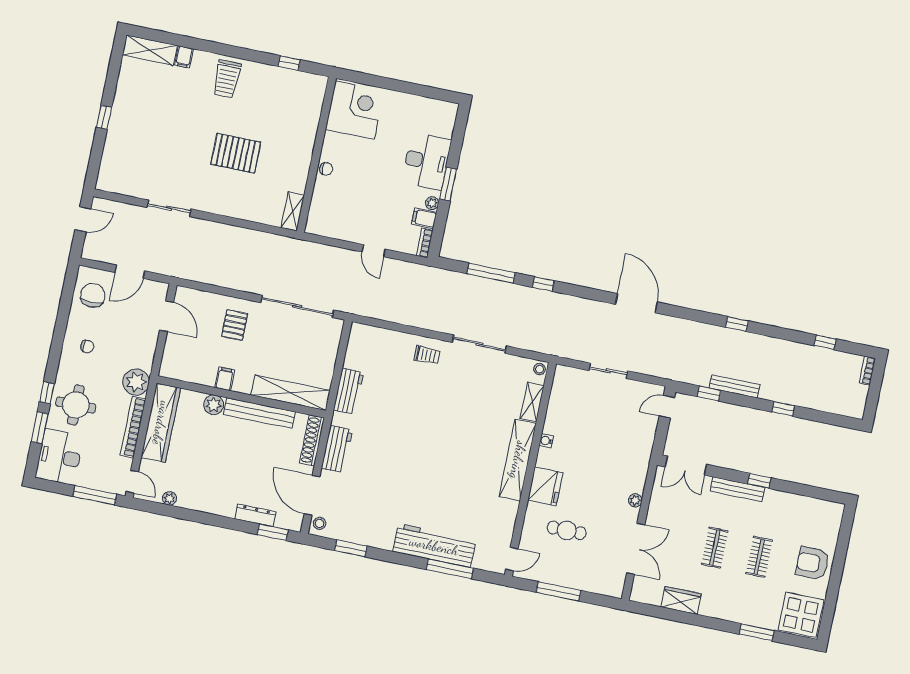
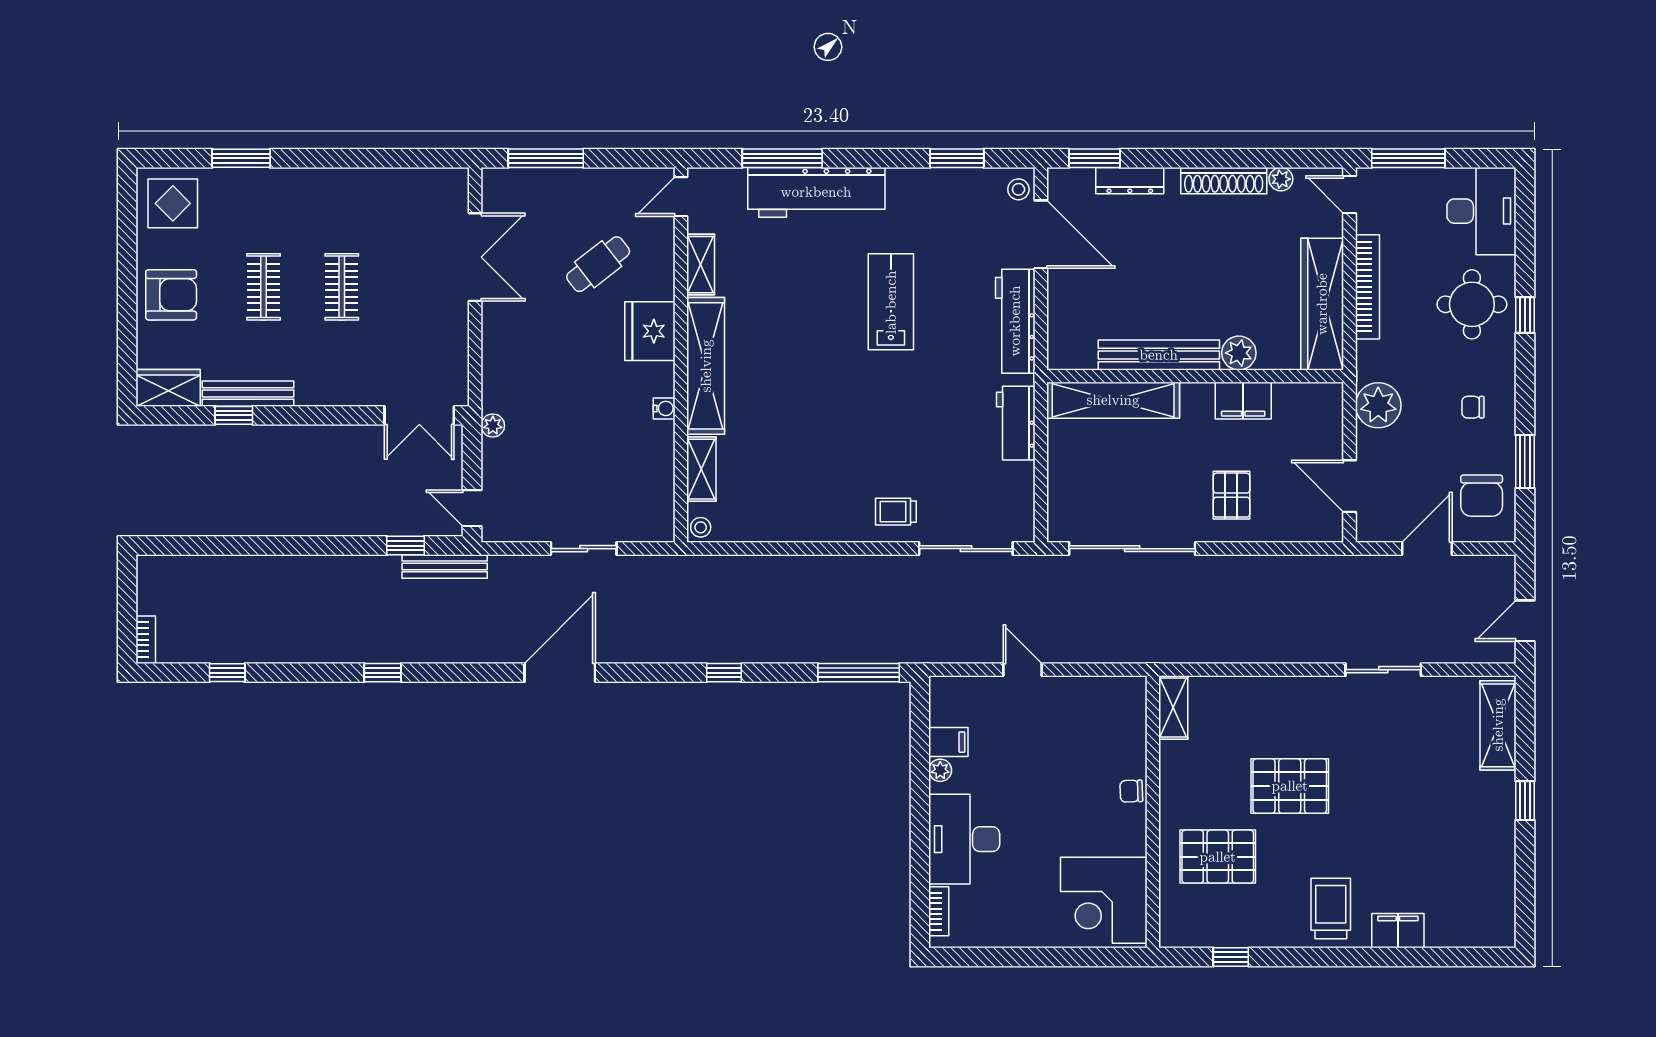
shelving: (150, 50) -> (1498, 725), moved, turned 90
filing cabinet: (184, 57) -> (1398, 931), width x2.00
pallet: (285, 122) -> (1218, 857), added
window: (448, 184) -> (920, 808), removed
bookcase: (425, 243) -> (939, 911), moved
window: (491, 273) -> (859, 673), moved
door: (636, 303) -> (560, 673), swing flipped
sliding door: (479, 344) -> (966, 549), moved
filing cabinet: (225, 379) -> (1243, 401), width x2.00
plant: (136, 382) -> (1378, 405), moved
bench: (735, 386) -> (445, 566), moved
door: (667, 407) -> (472, 508), swing flipped
window: (783, 409) -> (275, 546), removed
window: (40, 428) -> (1525, 462), moved
shoe rack: (312, 440) -> (1224, 181), moved, turned 90
workbench: (337, 449) -> (1015, 321), width x1.38
double door: (686, 466) -> (419, 415), swing flipped
lab bench: (405, 475) -> (891, 302), added
window: (759, 481) -> (234, 415), moved
bench: (738, 489) -> (248, 394), moved
plant: (635, 500) -> (493, 425), moved
shelving: (509, 518) -> (701, 265), added
cafe table: (567, 530) -> (598, 264), turned -38
double door: (636, 549) -> (475, 257), swing flipped
window: (558, 591) -> (546, 158), moved
wardrobe: (681, 600) -> (168, 388), moved, turned 180
display table: (801, 615) -> (173, 203), width x0.73, depth x0.73

